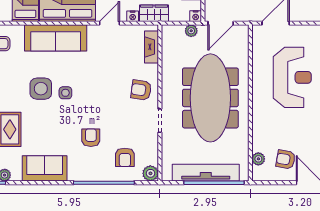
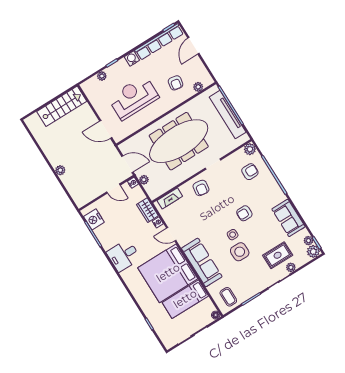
armchair: (91, 138) -> (244, 213), moved
armchair: (286, 159) -> (176, 83), moved

